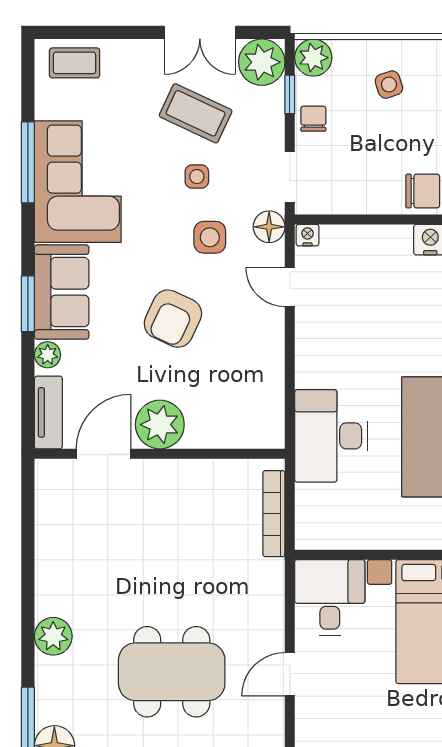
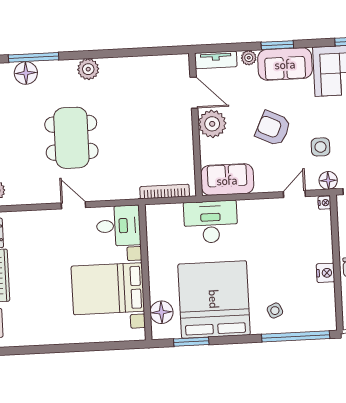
sofa: (258, 403) -> (227, 180), added

